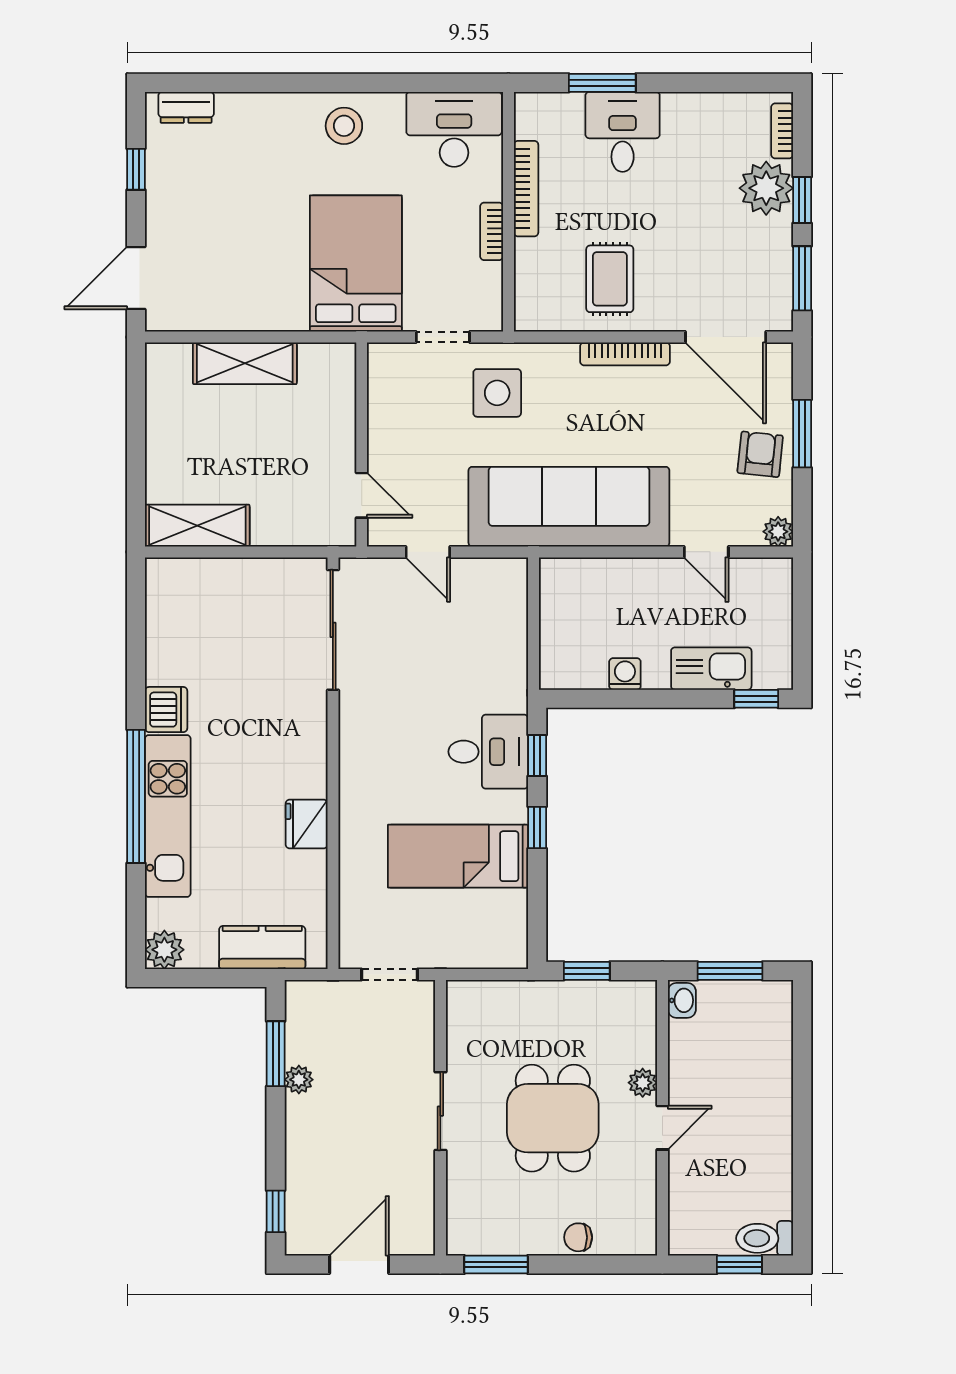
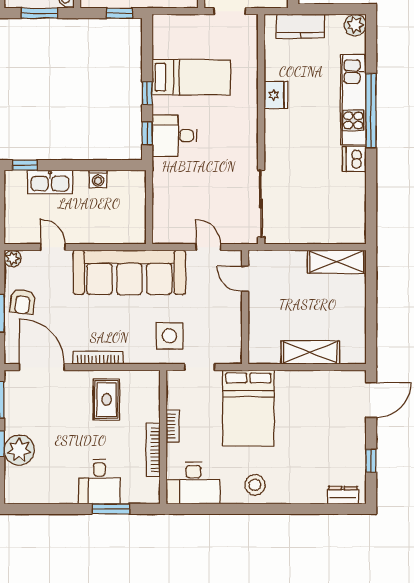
bookcase: (782, 131) -> (10, 482), removed

